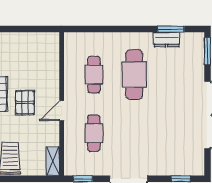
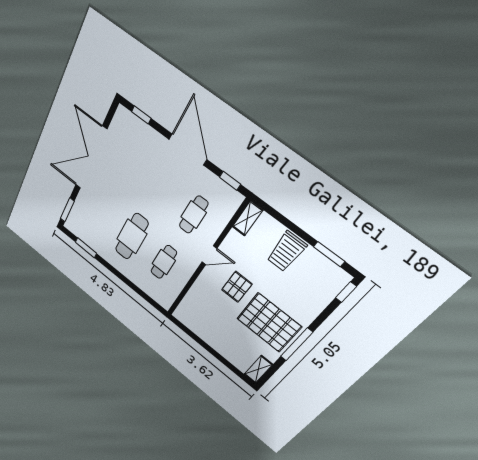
dresser: (167, 39) -> (93, 243), removed

